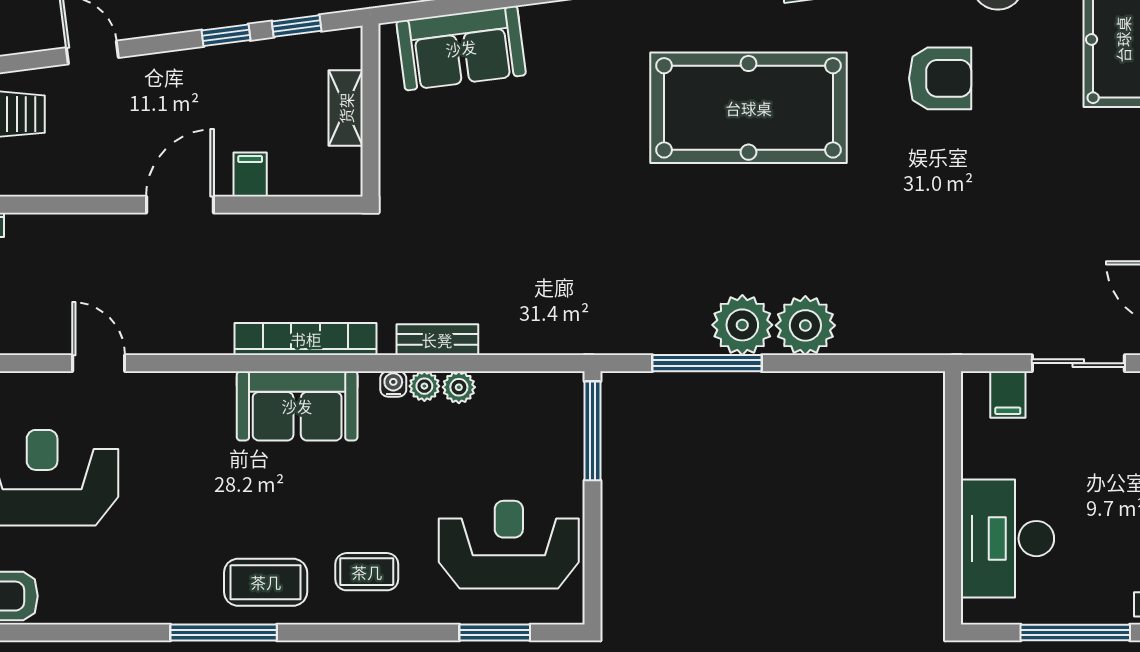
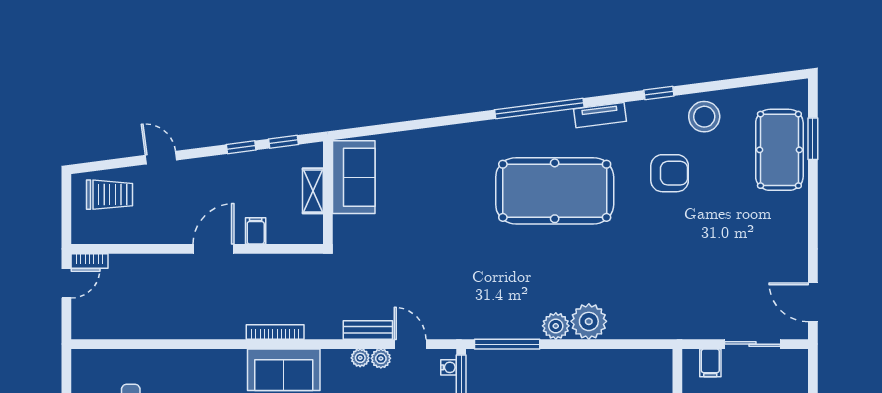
sofa: (461, 48) -> (354, 177), moved, turned -83
plant: (742, 325) -> (556, 326), width x0.73, depth x0.73
bookcase: (306, 339) -> (275, 332), width x0.68, depth x0.76
door: (99, 363) -> (410, 344), moved
window: (707, 363) -> (507, 344), moved
water cooler: (393, 384) -> (449, 367), moved, turned 90

